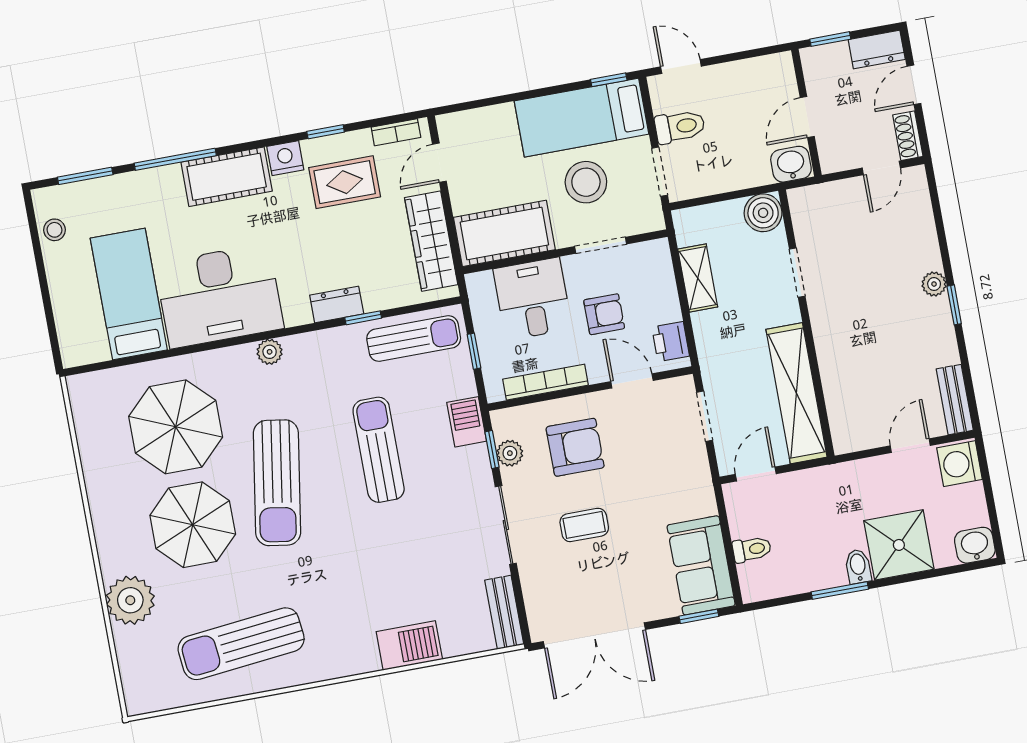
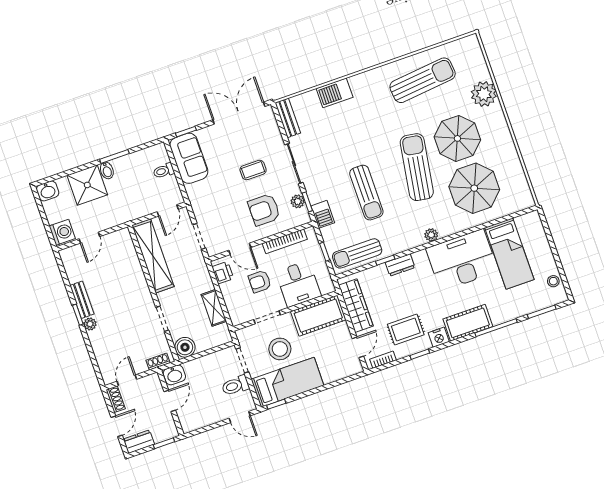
shoe rack: (818, 194) -> (158, 362), added
bench: (955, 400) -> (82, 300), moved

